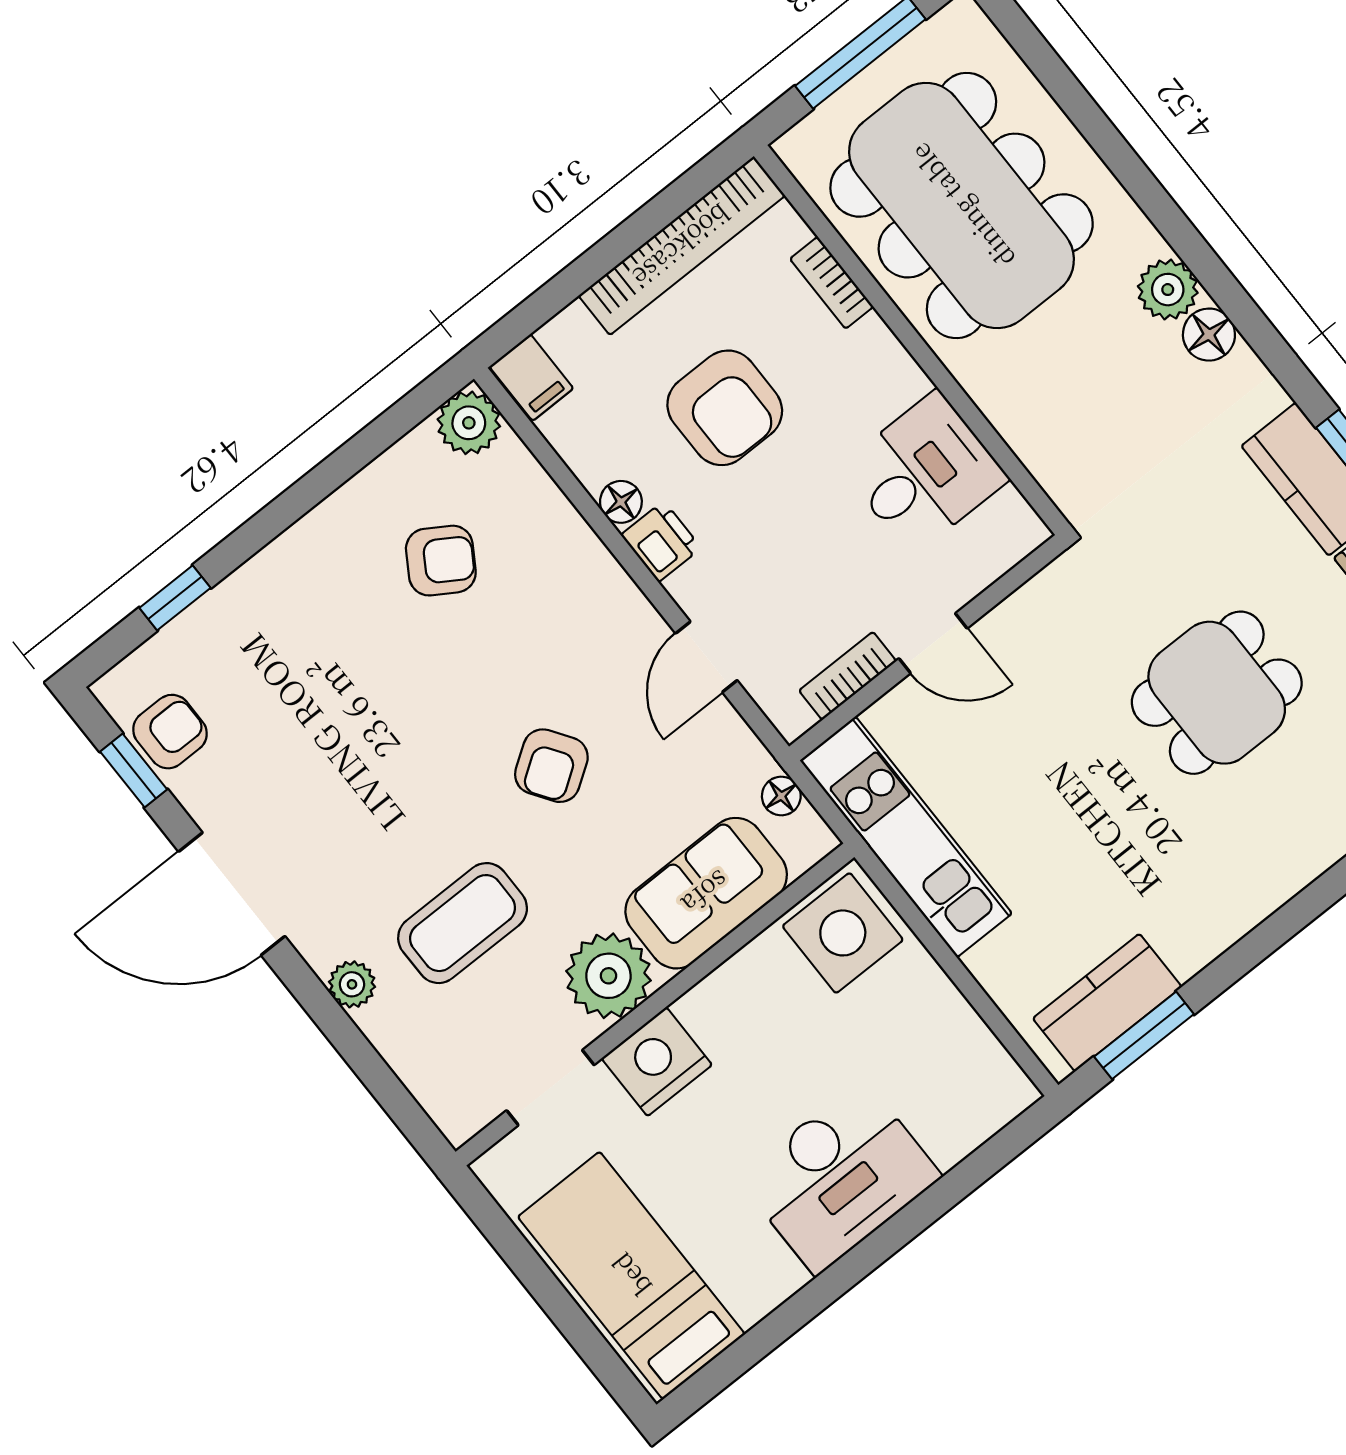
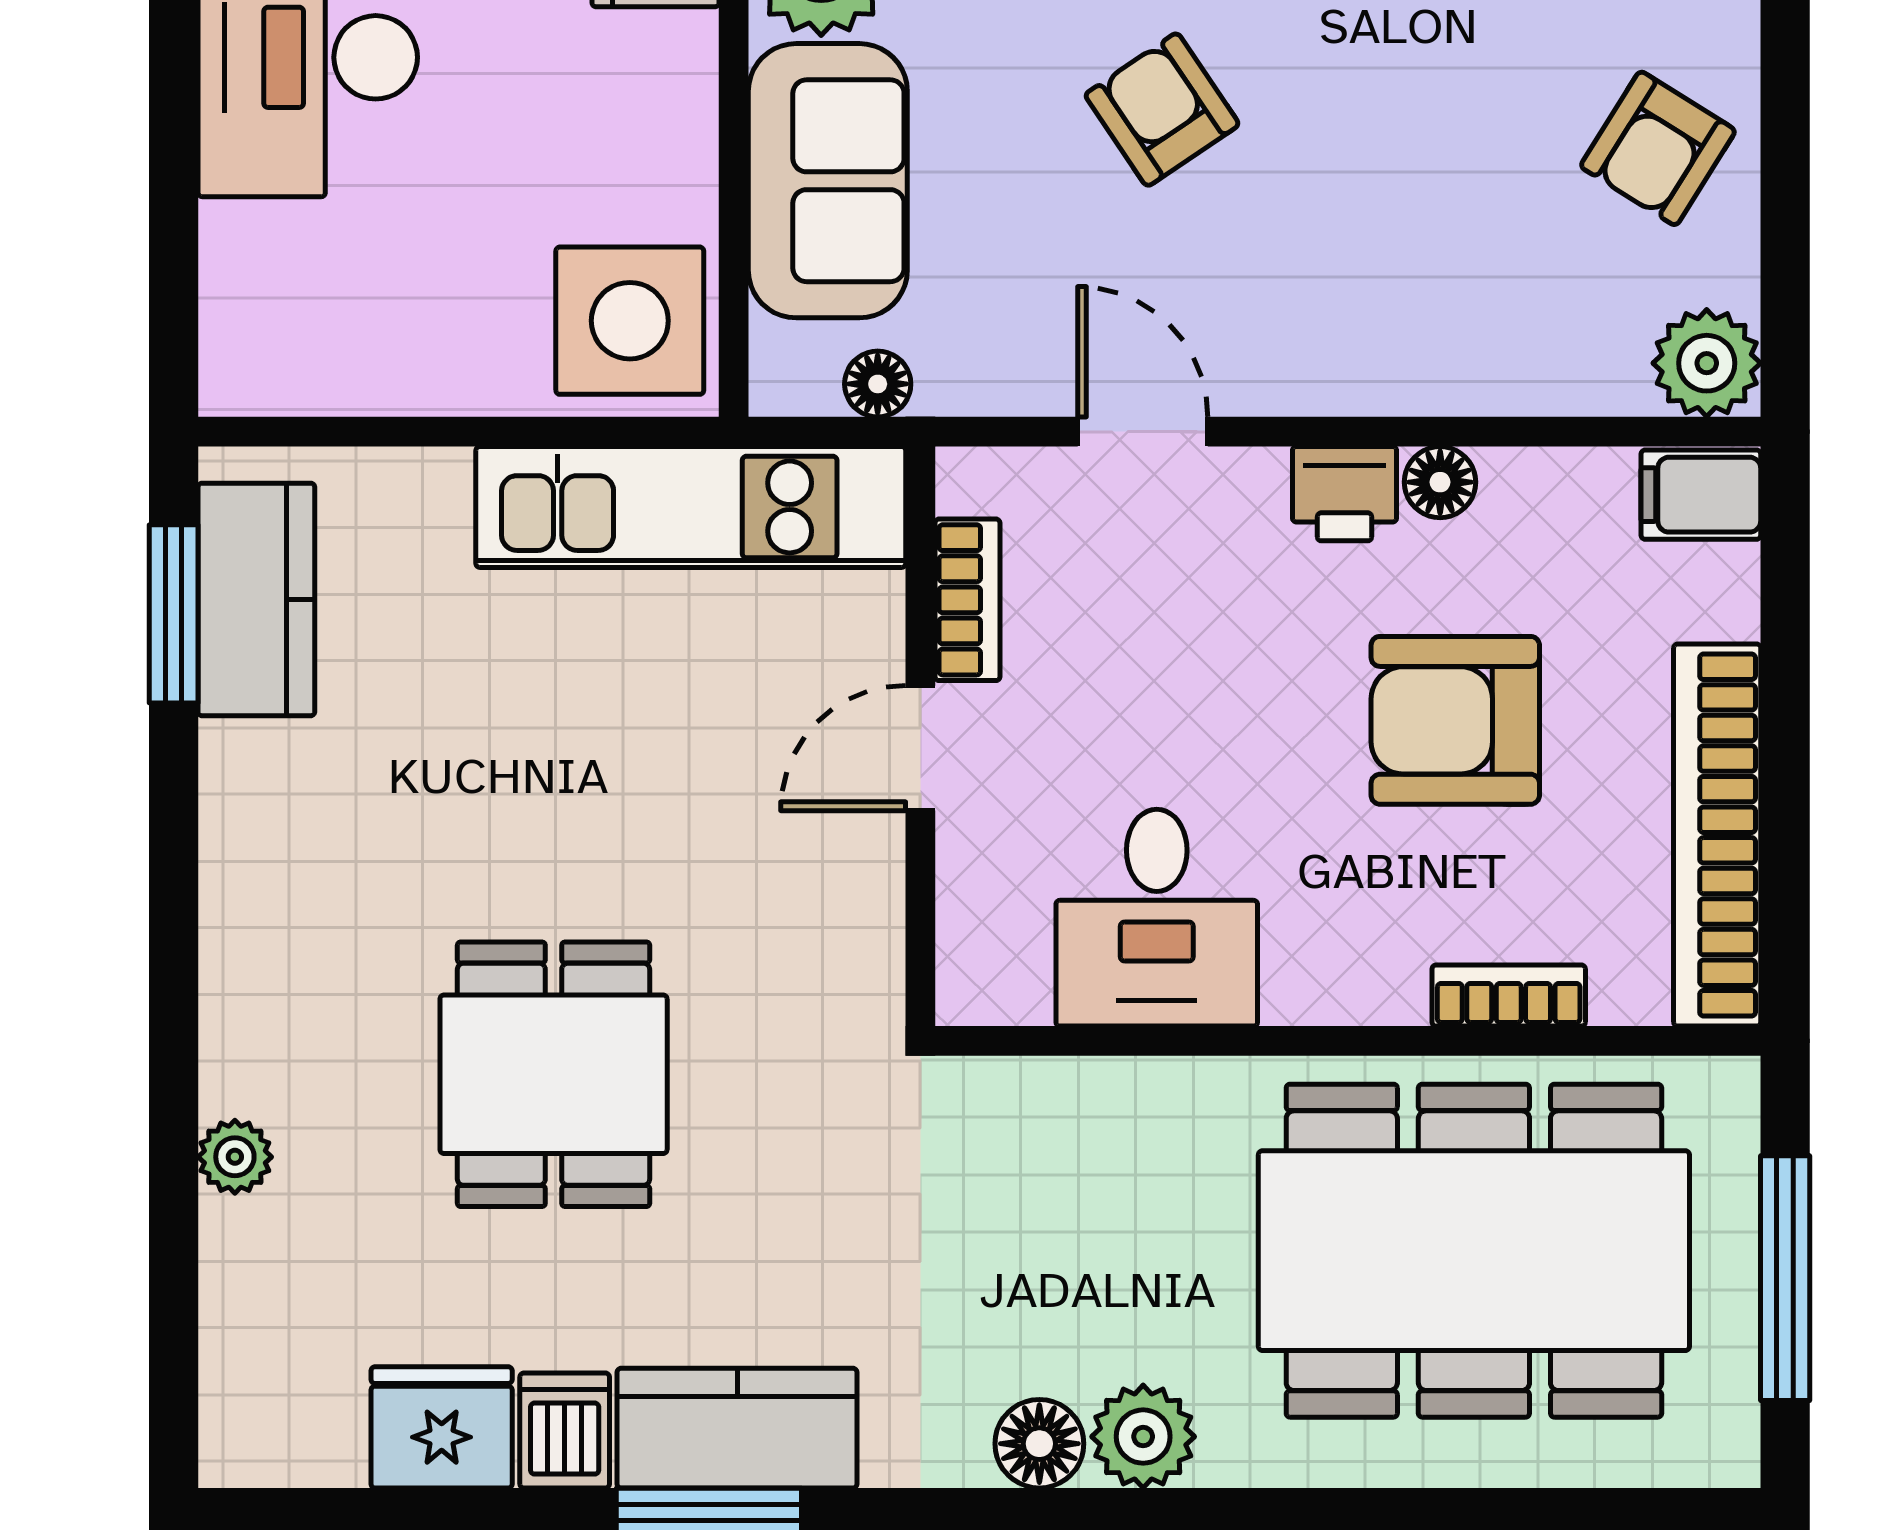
armchair: (441, 561) -> (1658, 148), moved

